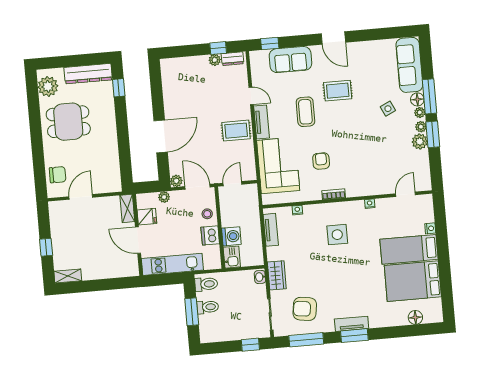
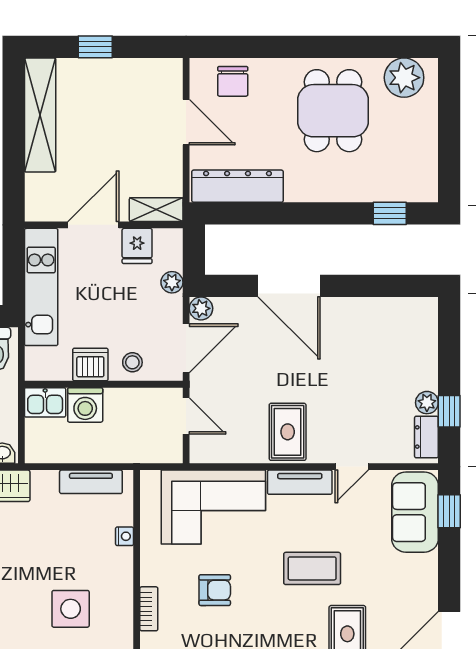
sofa: (290, 60) -> (415, 512), moved
dresser: (88, 74) -> (238, 186), moved, turned 90
shelving: (68, 276) -> (40, 115), width x2.20, depth x1.33

